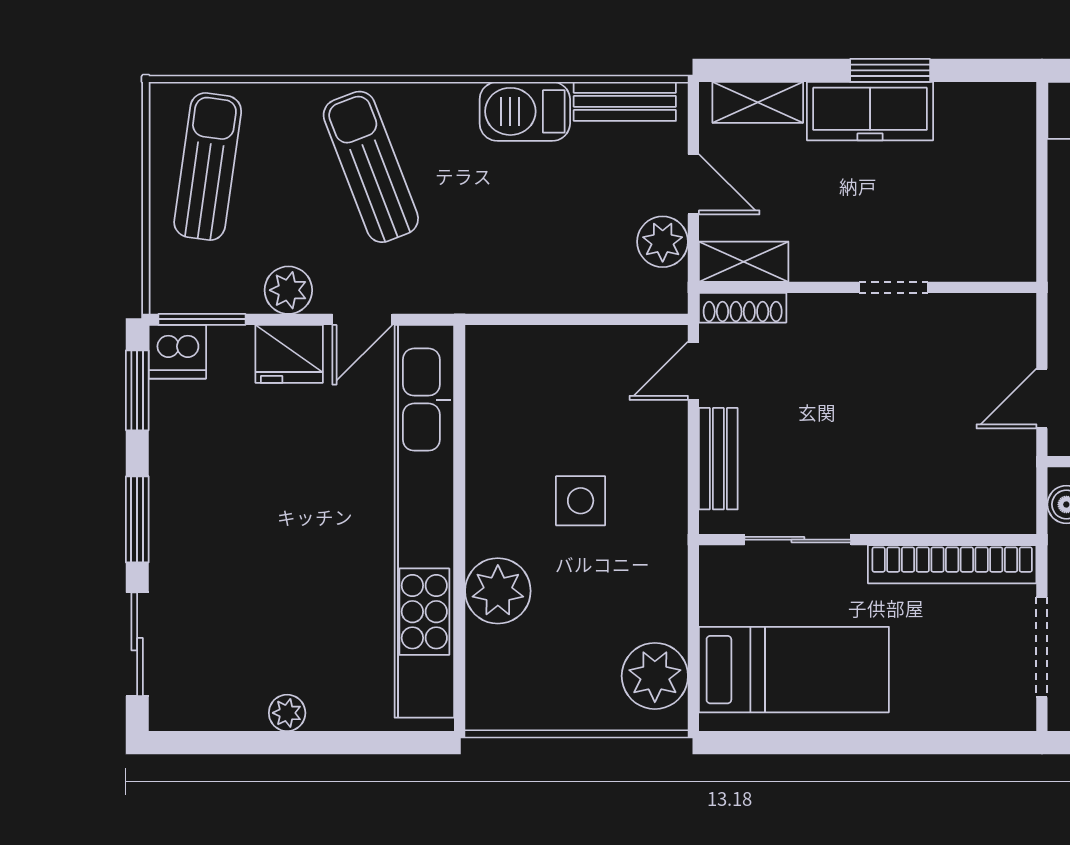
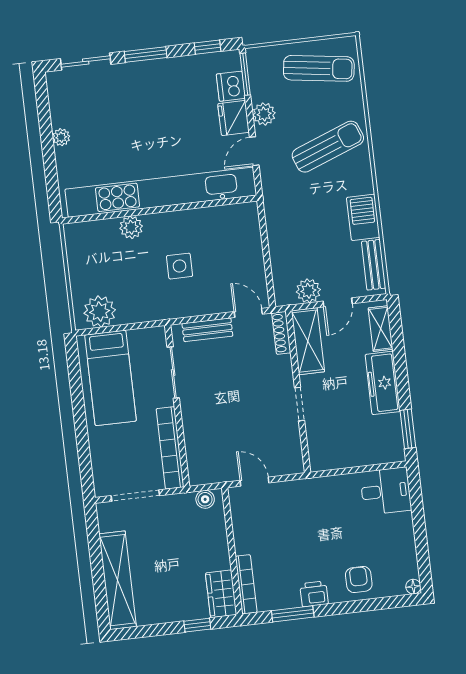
window: (890, 70) -> (408, 429), moved
shelving: (744, 262) -> (308, 341), width x1.50, depth x1.33
door: (362, 319) -> (254, 151), hinge flipped
dishwasher: (177, 352) -> (231, 86), moved
window: (137, 390) -> (207, 47), width x0.67
plant: (498, 591) -> (131, 227), width x0.73, depth x0.73

